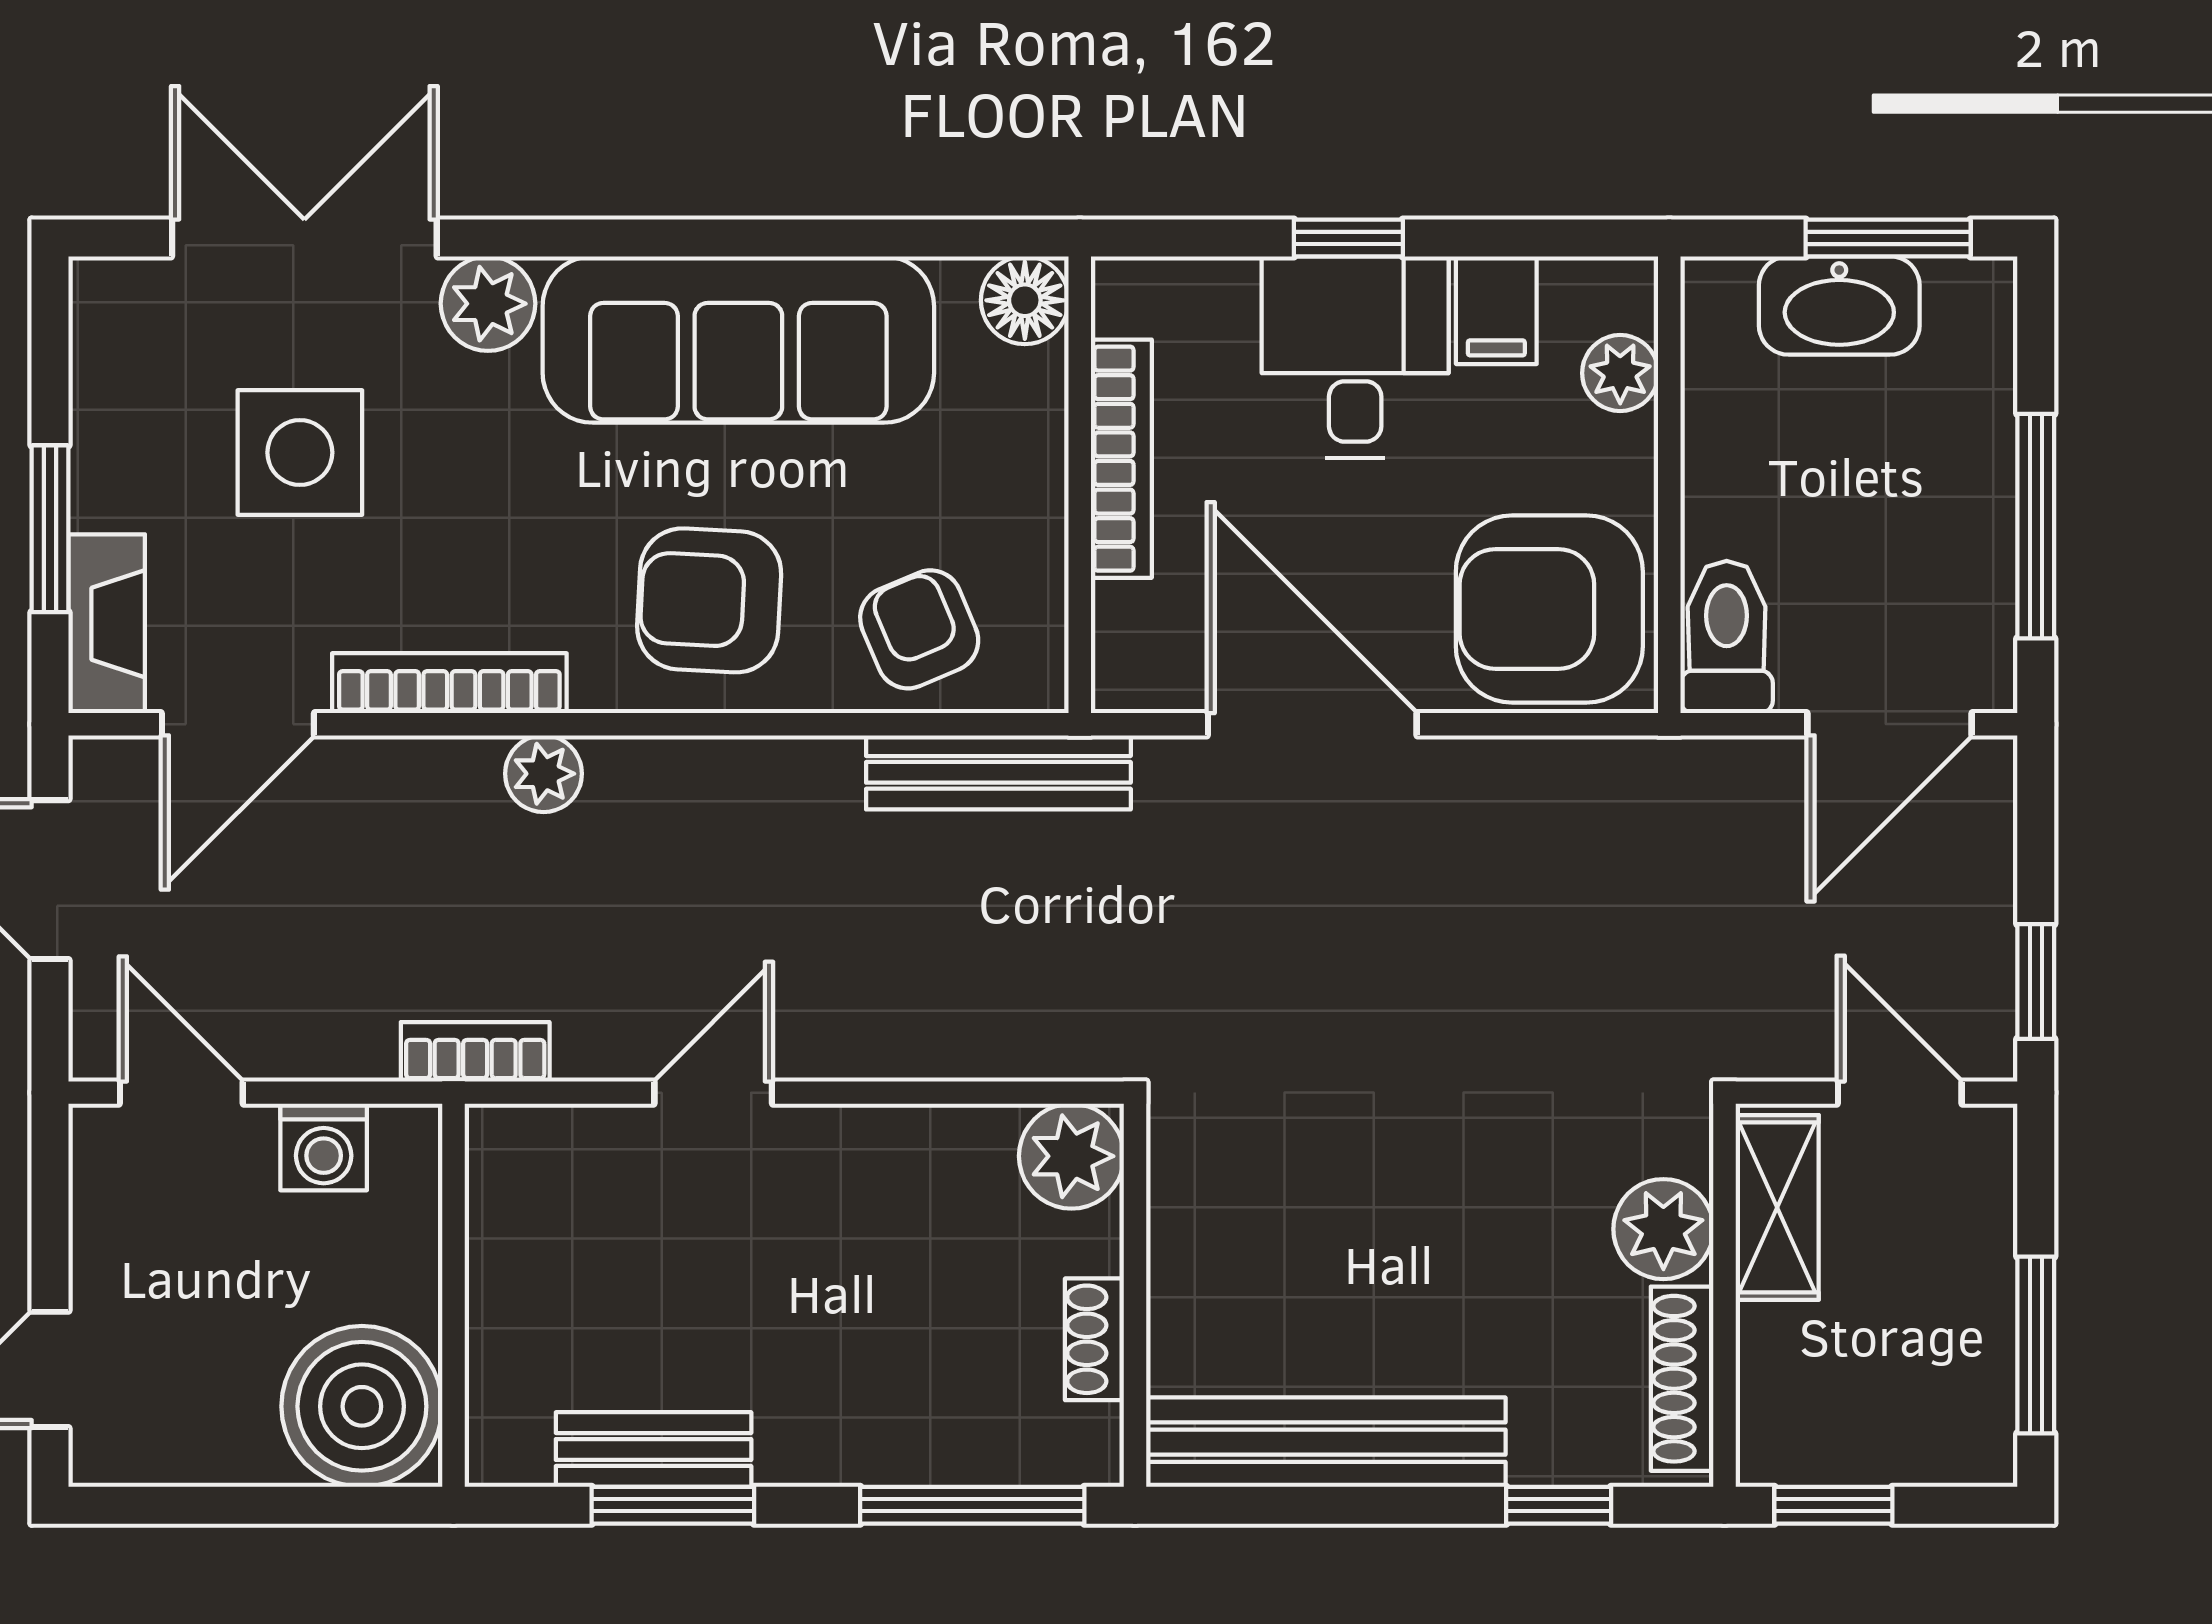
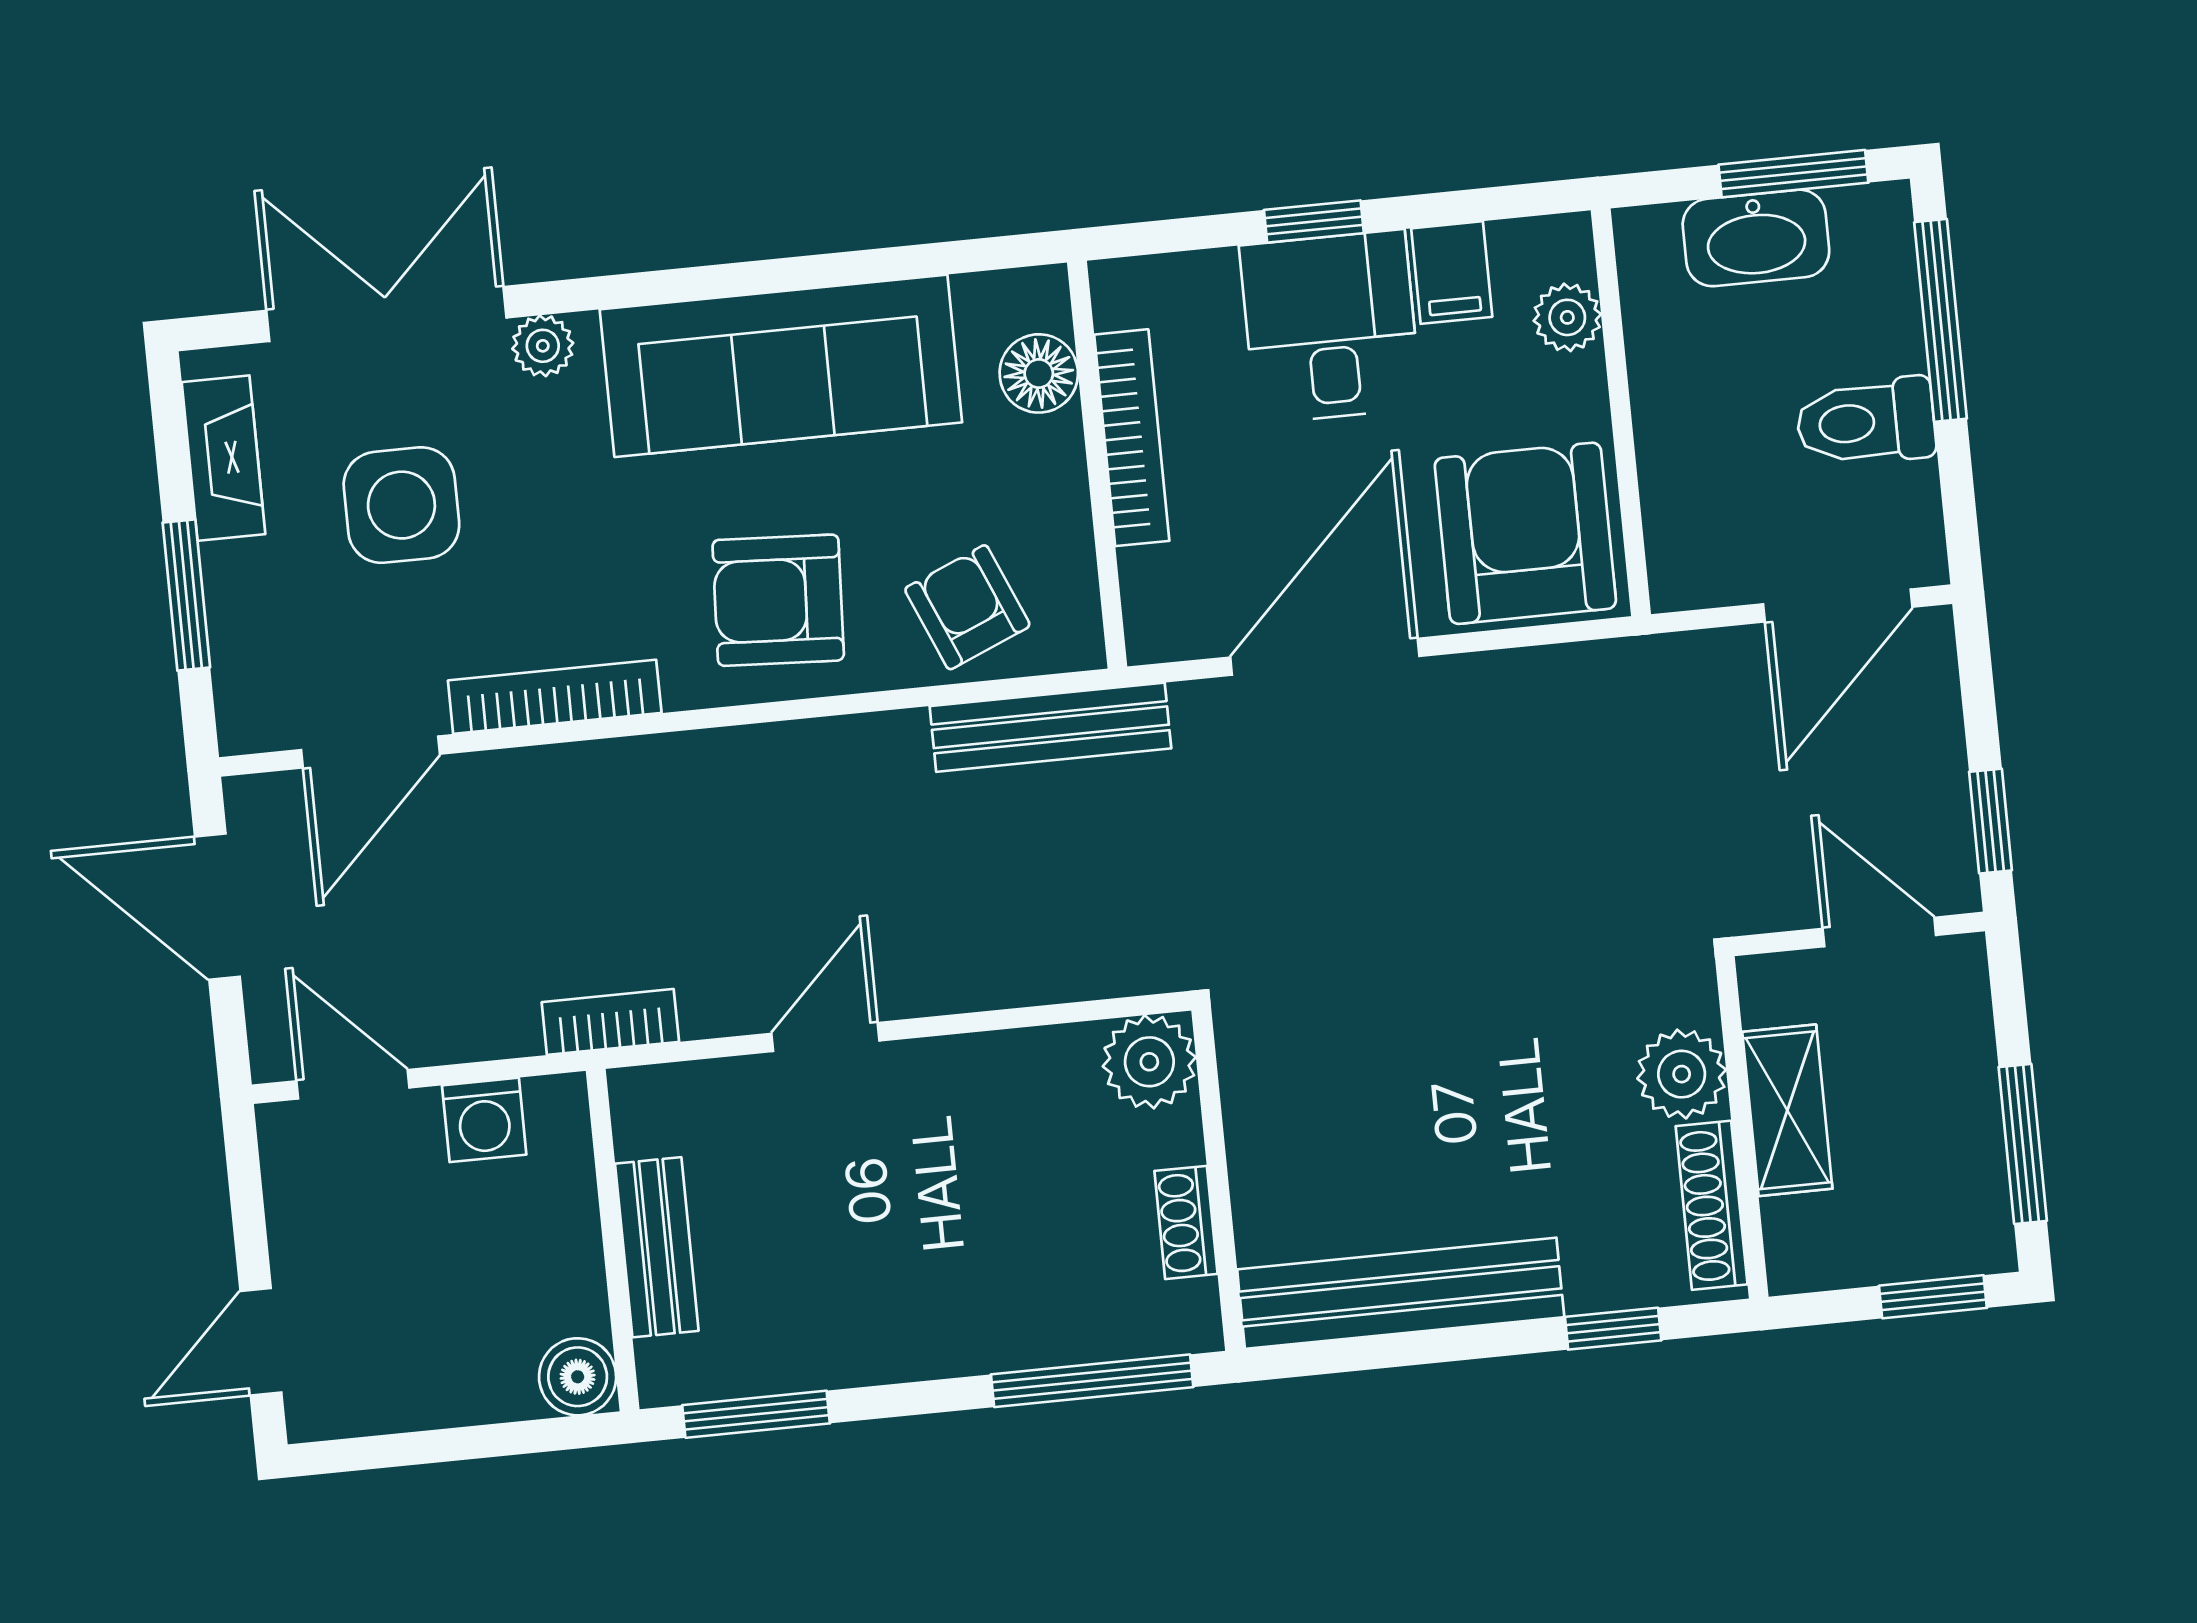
floor lamp: (1025, 300) -> (1039, 373), moved
plant: (488, 304) -> (543, 346), width x0.73, depth x0.73
window: (2036, 526) -> (1941, 320), moved
armchair: (1549, 609) -> (1525, 533), turned 90
fireplace: (107, 624) -> (223, 458), moved
toilet: (1727, 637) -> (1866, 422), moved, turned -90
door: (1312, 724) -> (1325, 657), hinge flipped
plant: (544, 774) -> (646, 769), removed
shelving: (1777, 1207) -> (1787, 1110), moved
boiler: (362, 1406) -> (578, 1377), width x0.54, depth x0.54
bench: (654, 1450) -> (657, 1247), moved, turned 90
window: (673, 1505) -> (756, 1414), moved
window: (1833, 1505) -> (1933, 1297), moved

